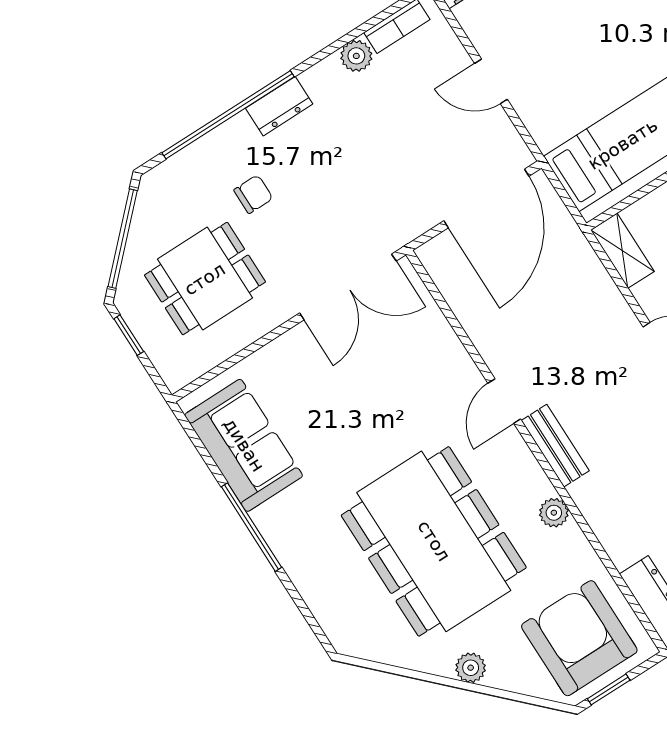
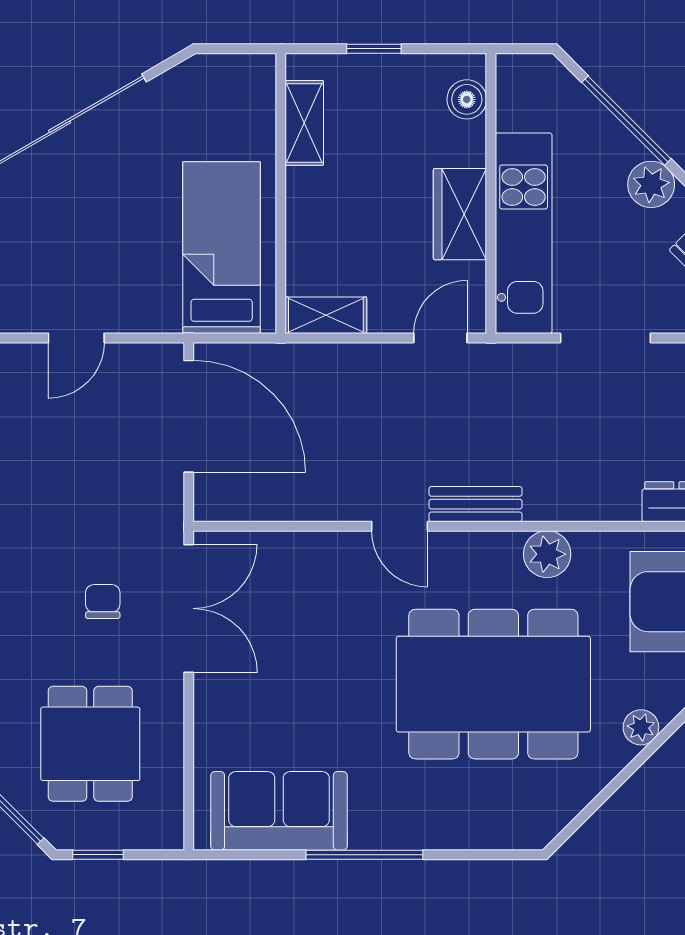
chair: (253, 194) -> (103, 601), moved
plant: (554, 513) -> (547, 554), width x1.38, depth x1.38

